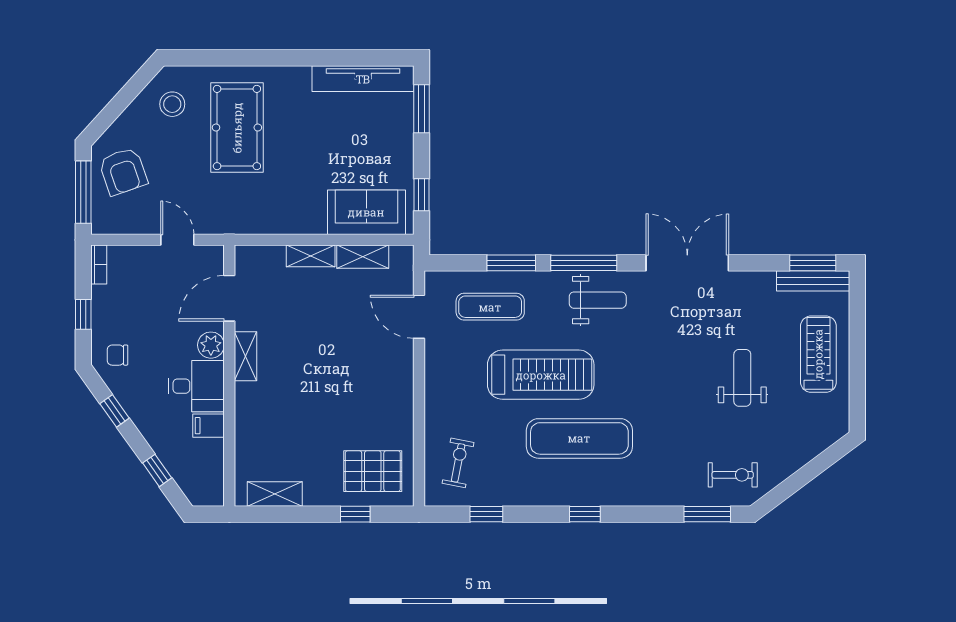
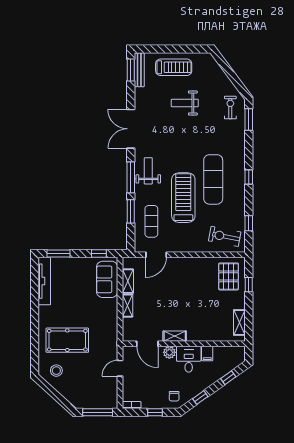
armchair: (123, 171) -> (88, 394), removed
treadmill: (818, 354) -> (174, 67), turned 180
exercise bike: (458, 463) -> (225, 236), width x1.38, depth x1.39

